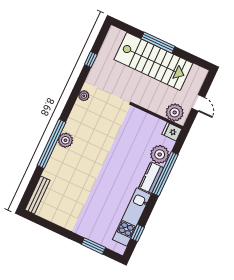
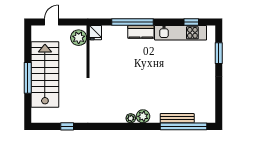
plant: (84, 96) -> (131, 118), moved
door: (198, 103) -> (51, 22), moved
window: (51, 144) -> (183, 126), moved
plant: (160, 154) -> (119, 34), removed
bench: (38, 195) -> (177, 118), moved

